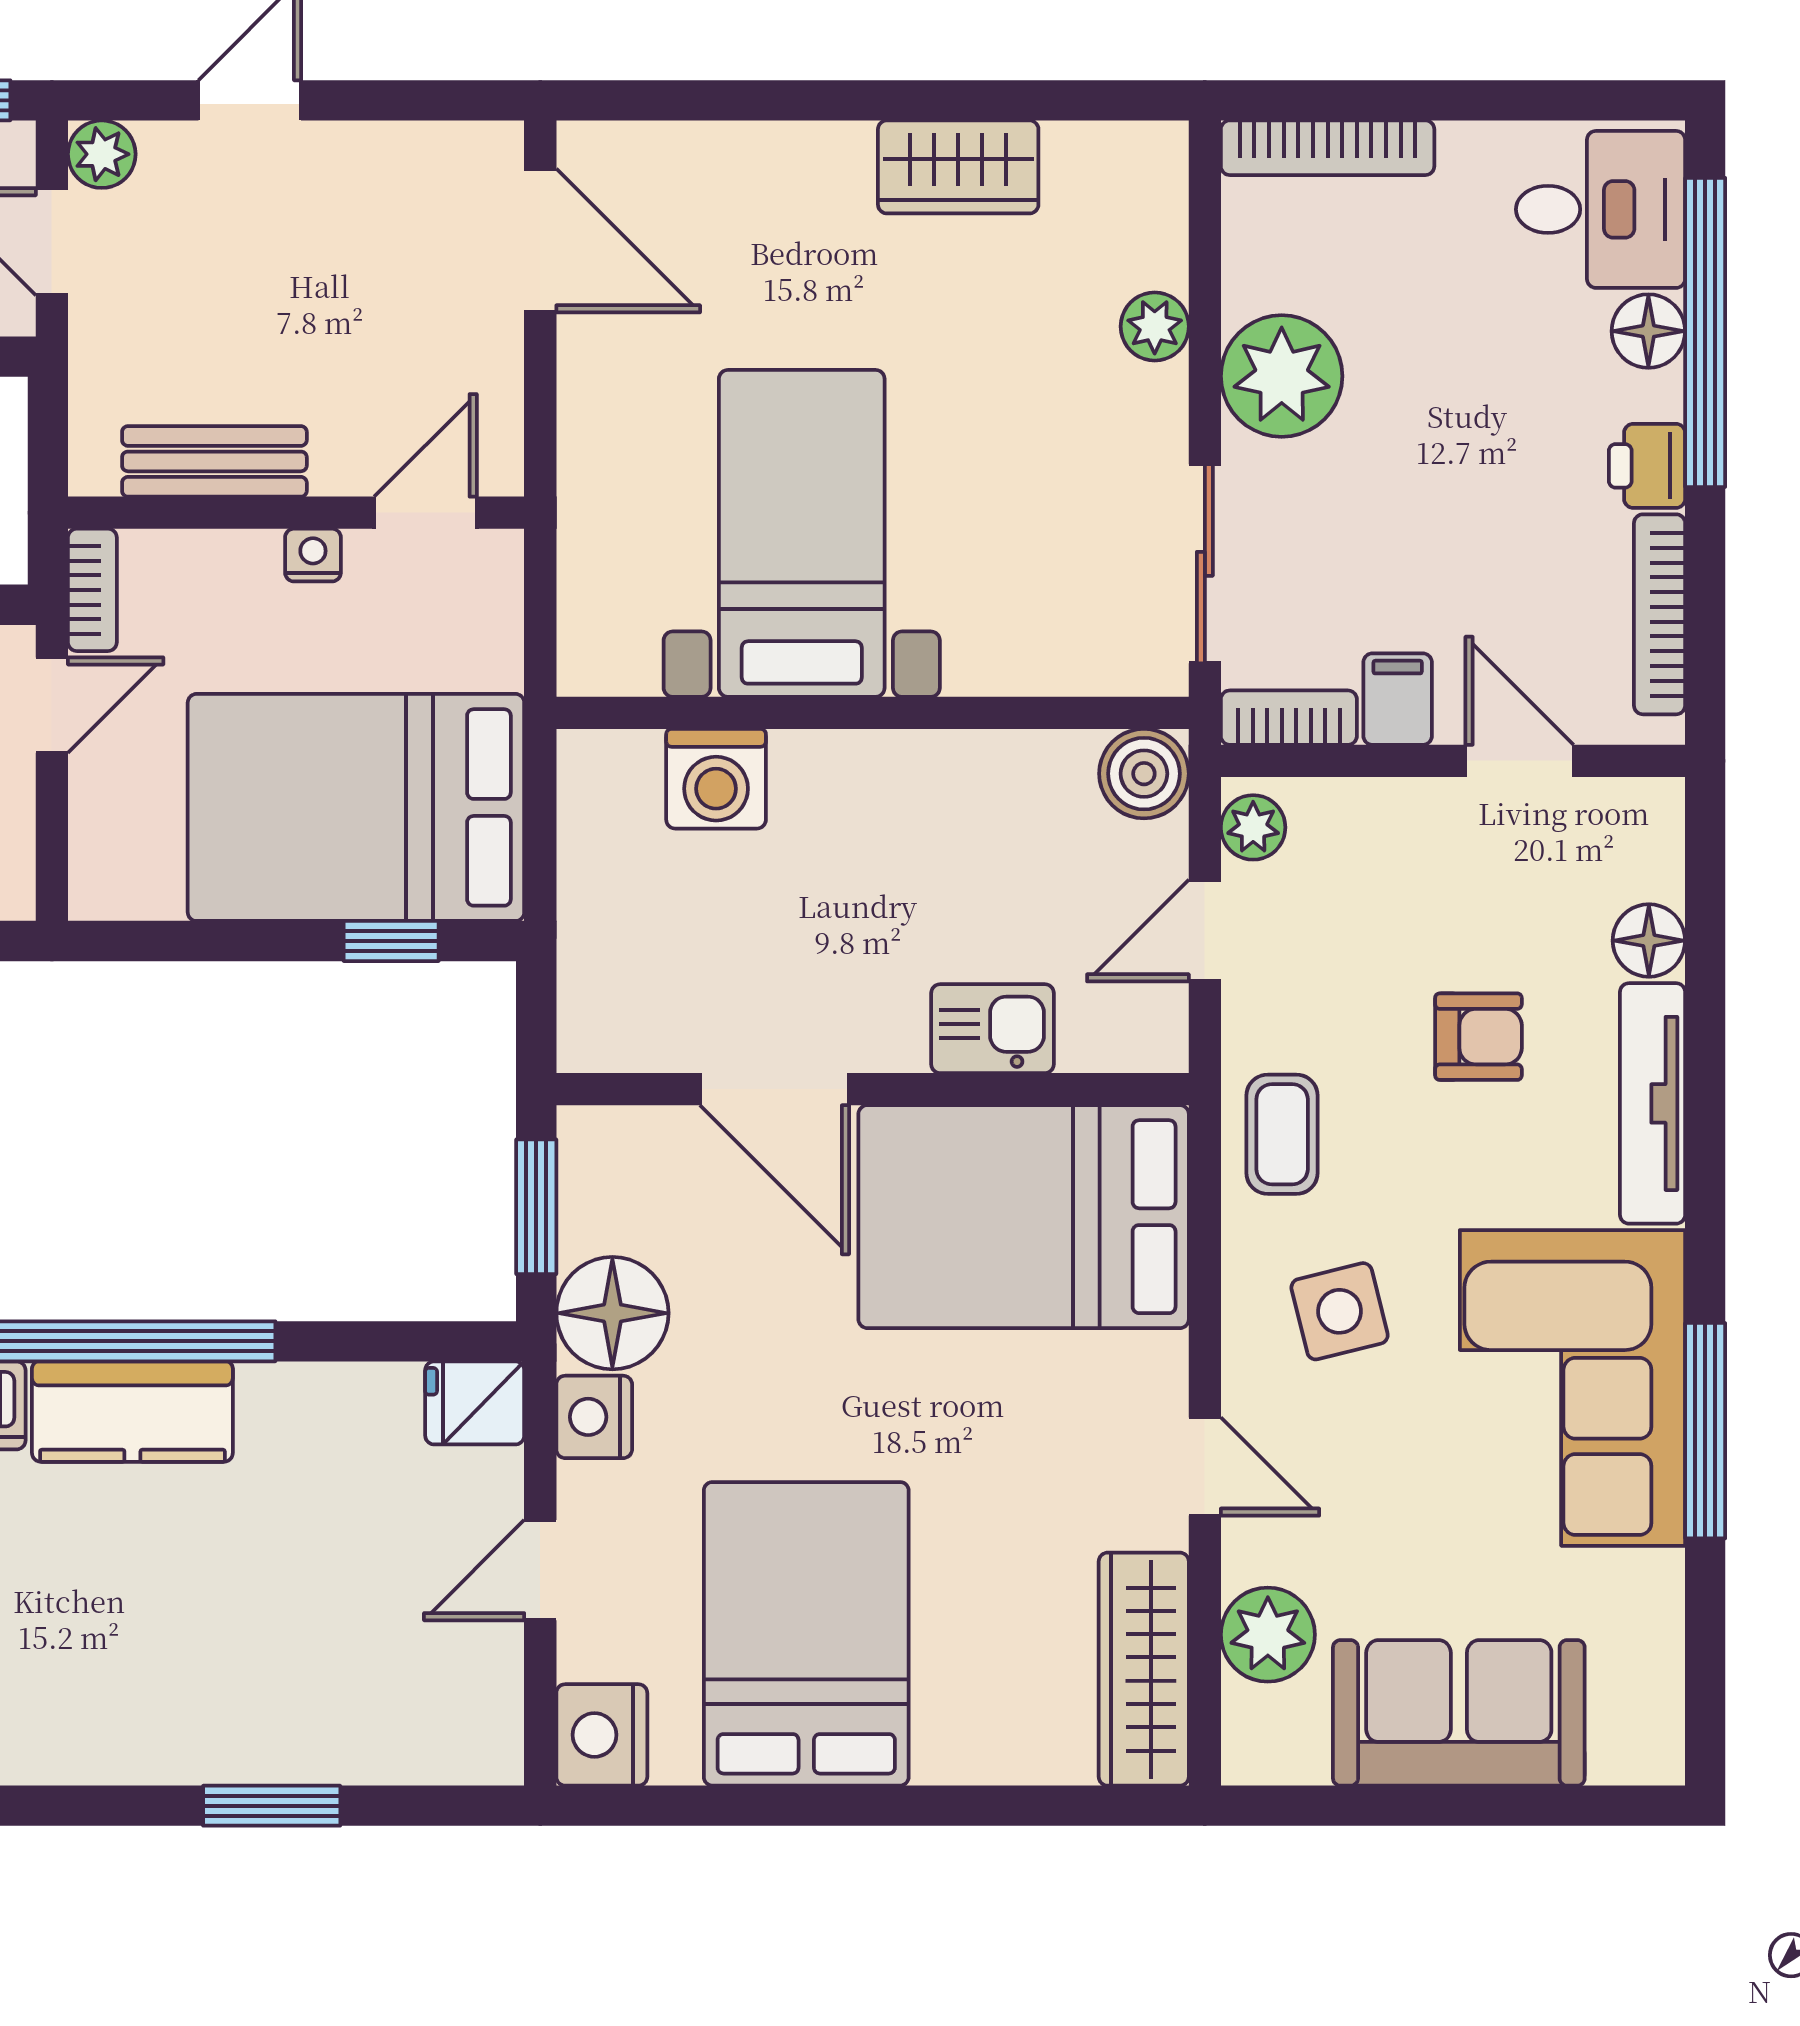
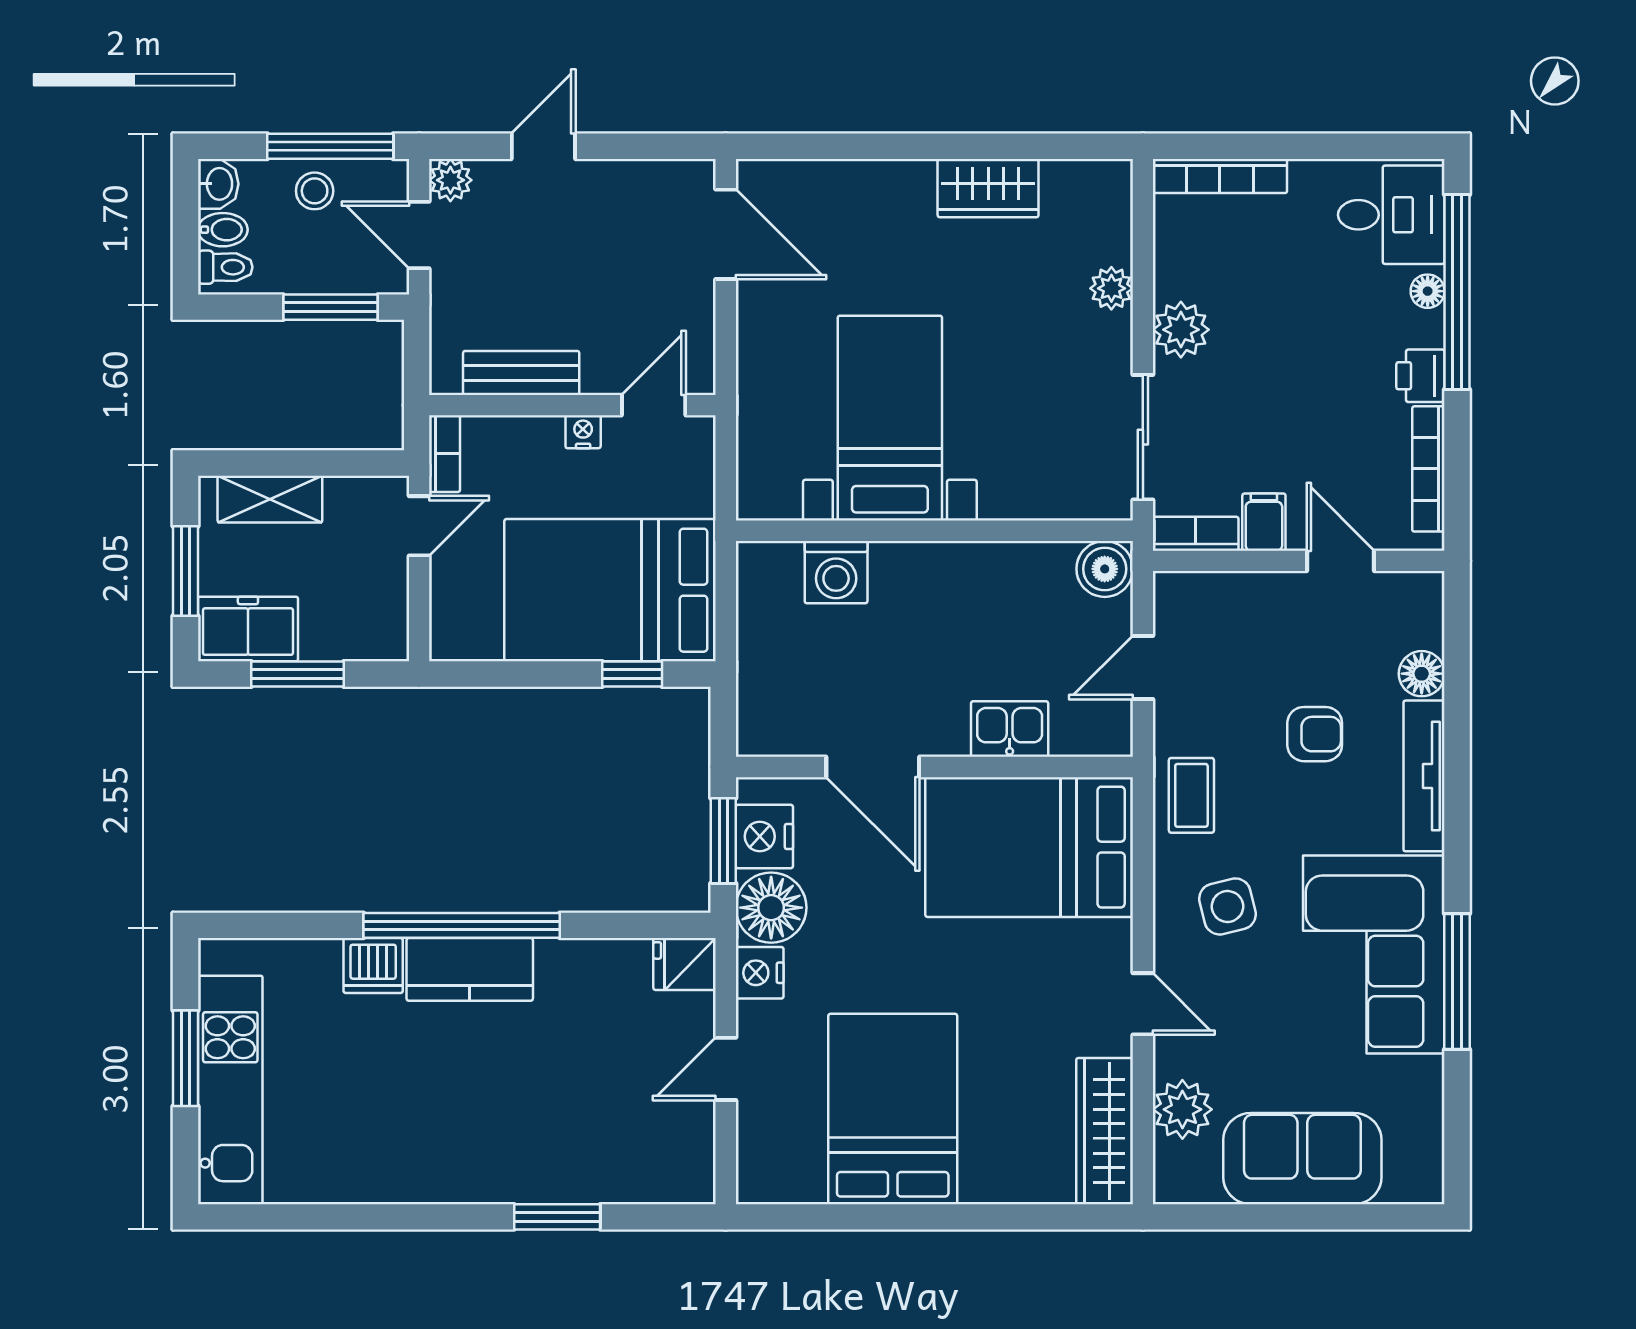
floor lamp: (1648, 331) -> (1428, 291), width x0.73, depth x0.73
plant: (1282, 376) -> (1181, 330), width x0.73, depth x0.73
plant: (1253, 827) -> (1173, 603), removed
nightstand: (602, 1735) -> (764, 836), moved

